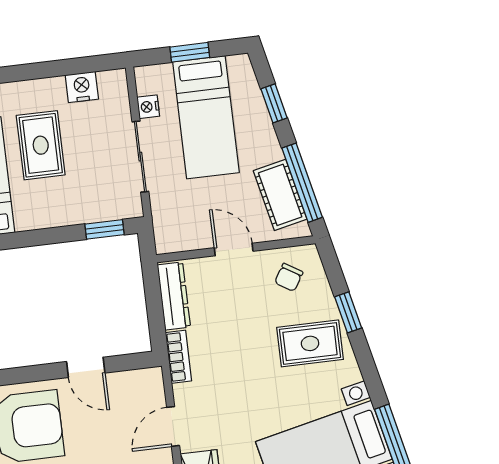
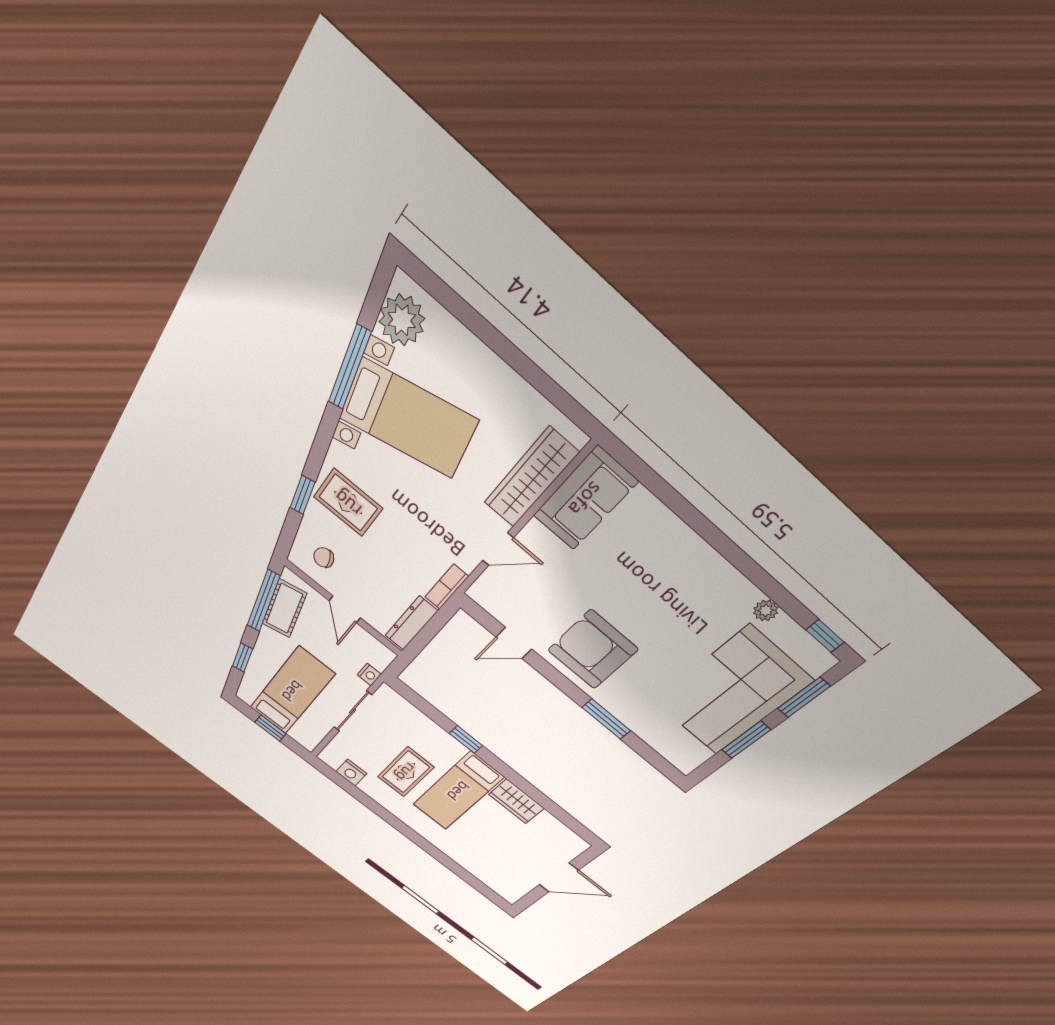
nightstand: (148, 107) -> (369, 675), moved
window: (105, 229) -> (466, 739), moved
chair: (289, 277) -> (324, 558), turned -142
door: (86, 367) -> (514, 643), swing flipped

